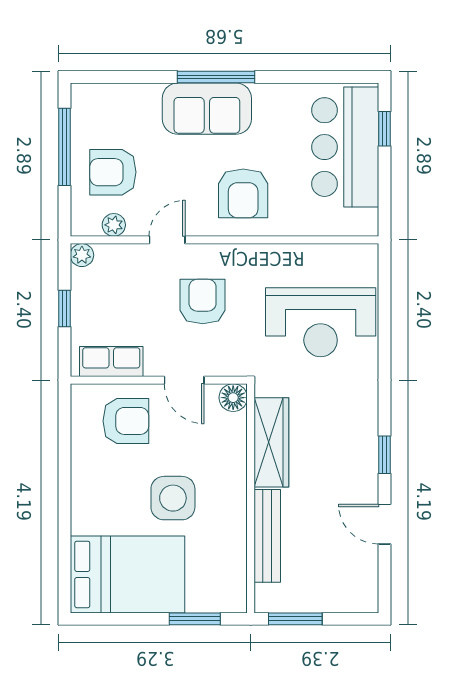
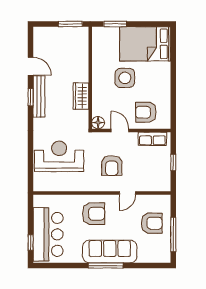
sofa: (207, 109) -> (110, 252), width x1.36
armchair: (243, 193) -> (94, 214), turned 90
plant: (114, 225) -> (151, 200), removed
plant: (82, 255) -> (165, 186), removed
wardrobe: (271, 442) -> (81, 96), width x0.67
bench: (267, 536) -> (39, 96), moved

